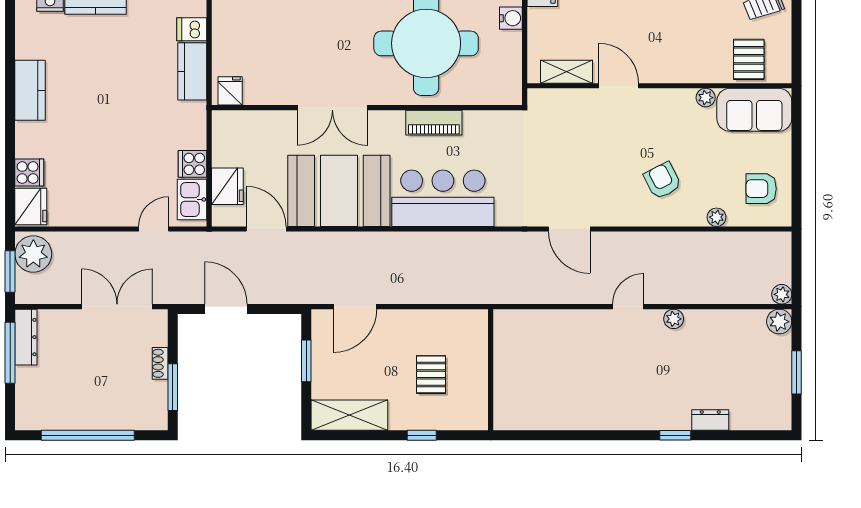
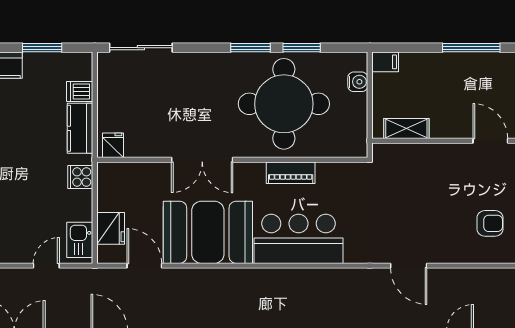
door: (619, 86) -> (490, 141), moved
cooker: (193, 164) -> (80, 177), moved
armchair: (662, 181) -> (490, 223), turned 117

